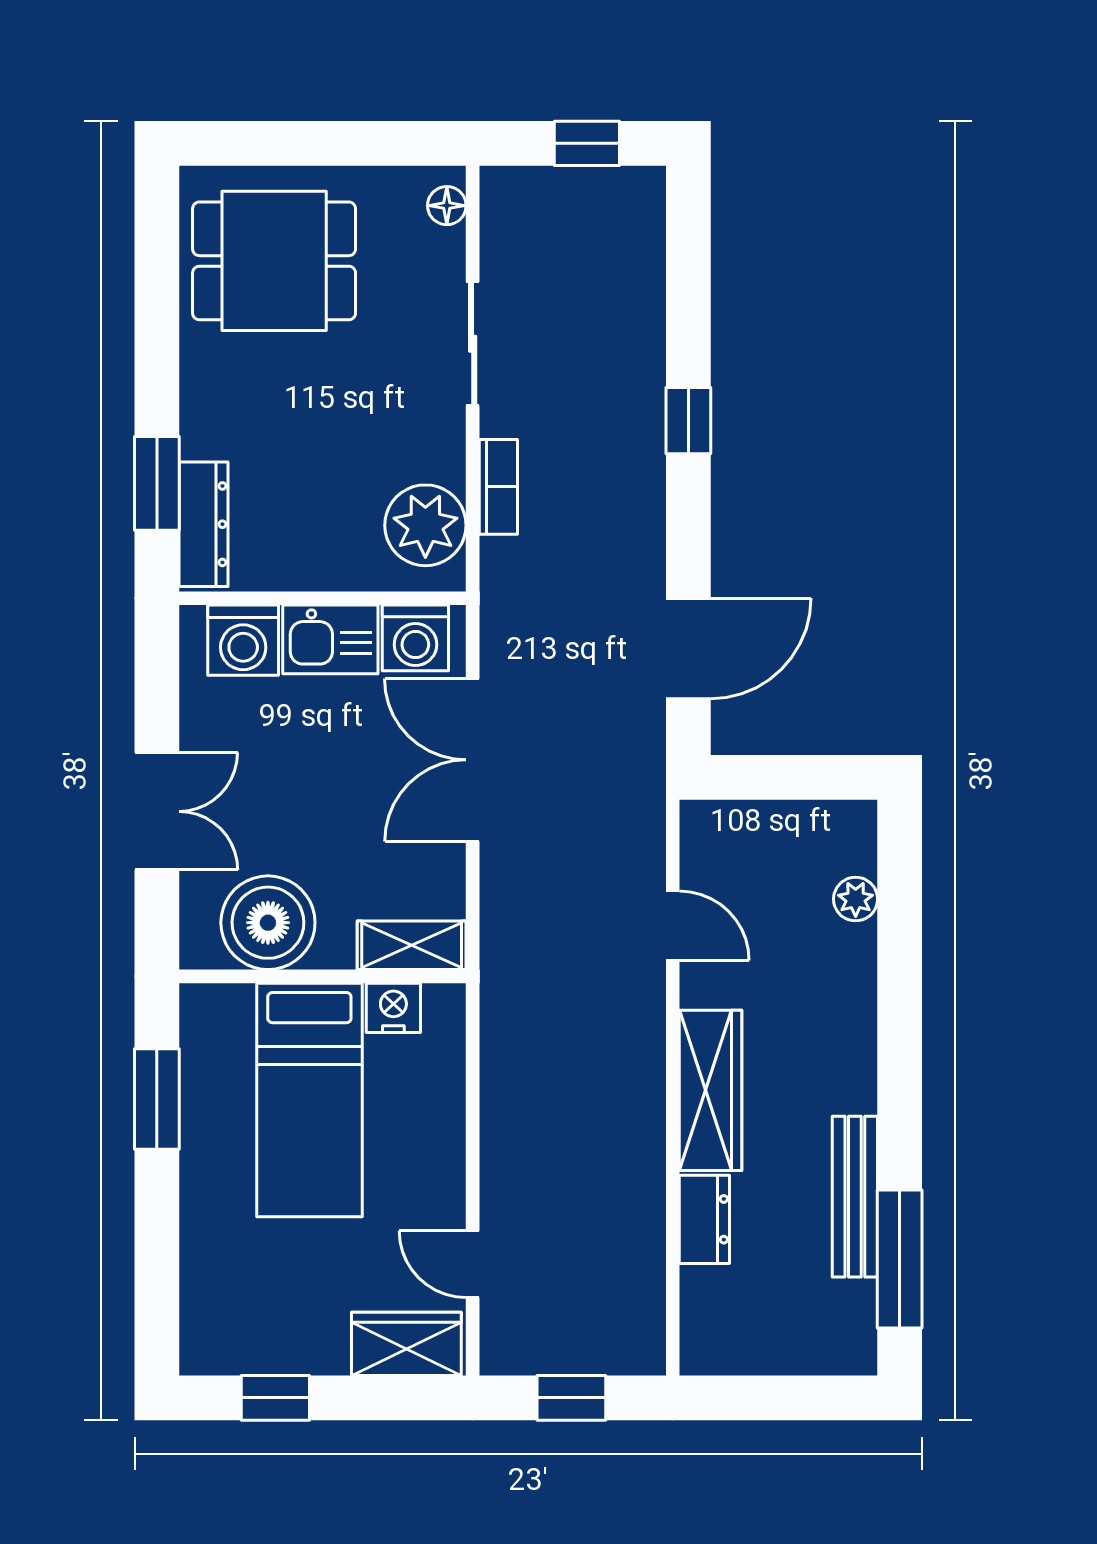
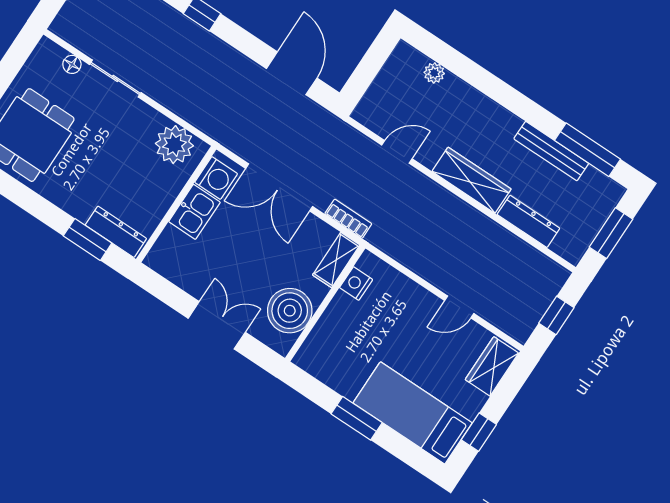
floor lamp: (447, 206) -> (72, 64), moved
bookcase: (498, 487) -> (348, 219), moved
washing machine: (243, 640) -> (172, 246), removed
window: (157, 1099) -> (357, 418), moved
bed: (309, 1100) -> (413, 413), moved, turned 180
dresser: (704, 1219) -> (528, 221), width x1.44
door: (473, 1264) -> (459, 307), moved
window: (781, 1398) -> (611, 233), added

